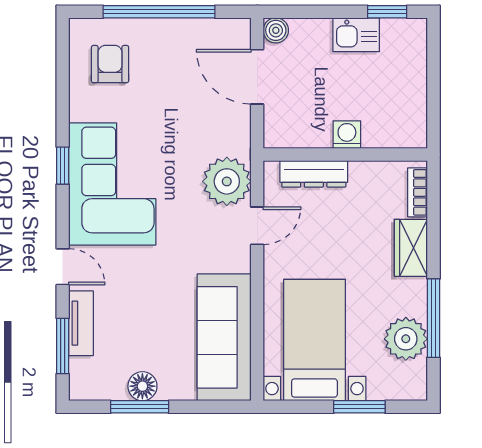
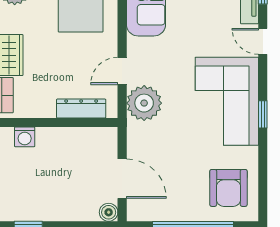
kitchen sink: (356, 35) -> (51, 209), removed
armchair: (110, 64) -> (228, 188), width x1.38, depth x1.38
washing machine: (347, 135) -> (25, 137), moved

